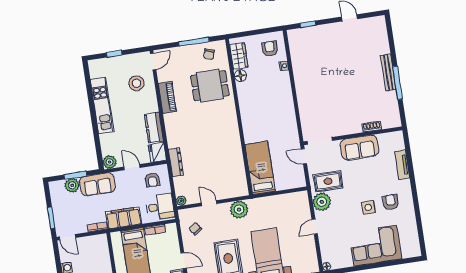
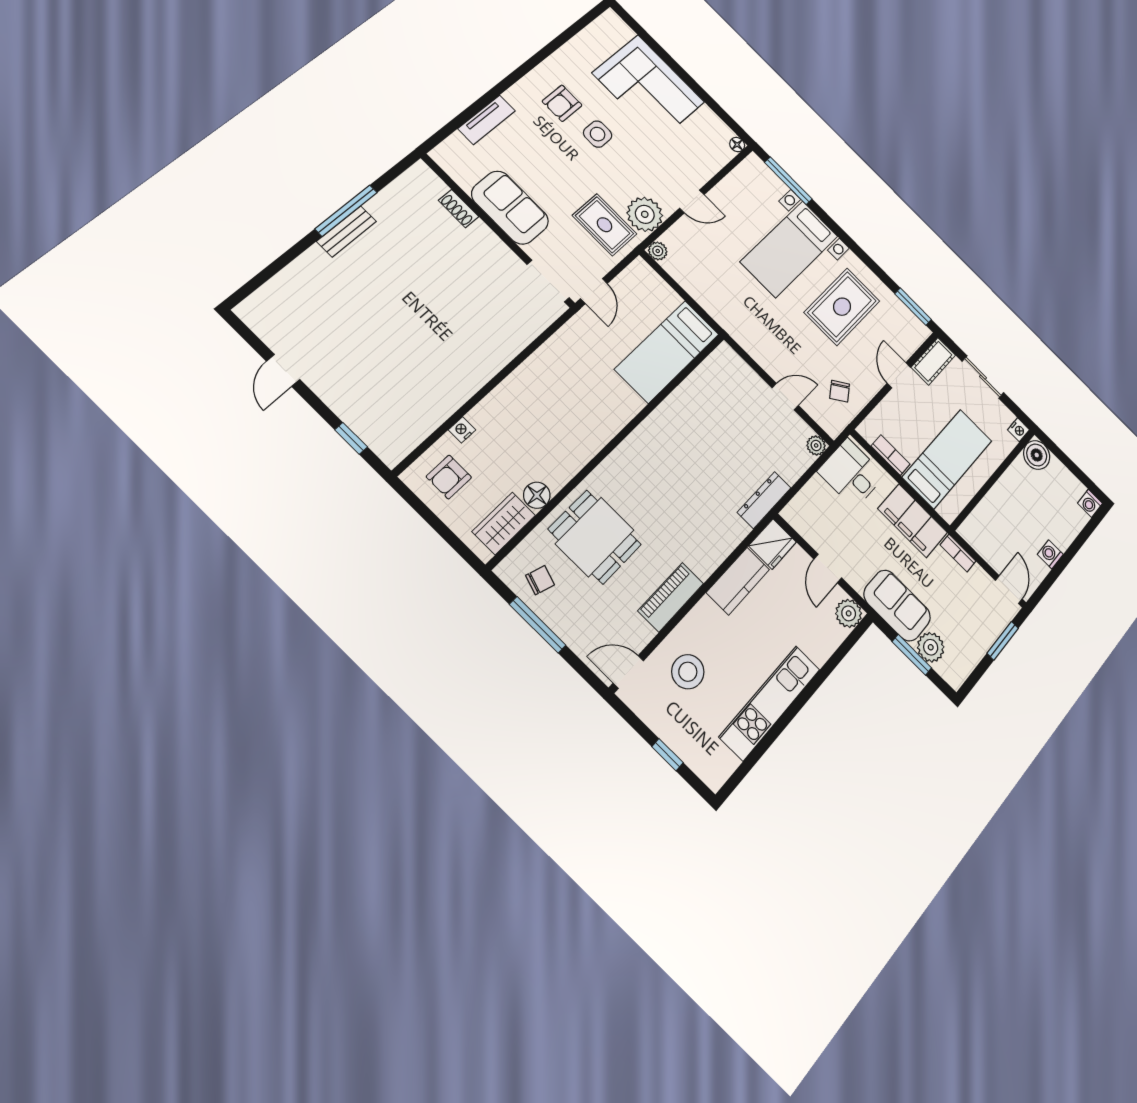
bench: (388, 72) -> (347, 231), width x0.73
armchair: (152, 180) -> (821, 518), removed
door: (209, 203) -> (785, 397), swing flipped
plant: (239, 210) -> (658, 251), moved, width x0.53, depth x0.53

